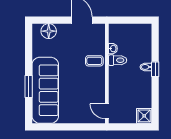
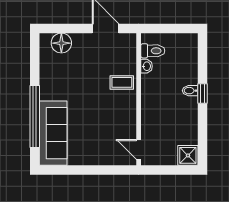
toilet: (118, 60) -> (153, 51), moved
window: (29, 87) -> (35, 117), width x2.11
sofa: (45, 90) -> (53, 133), width x0.74, depth x0.79

